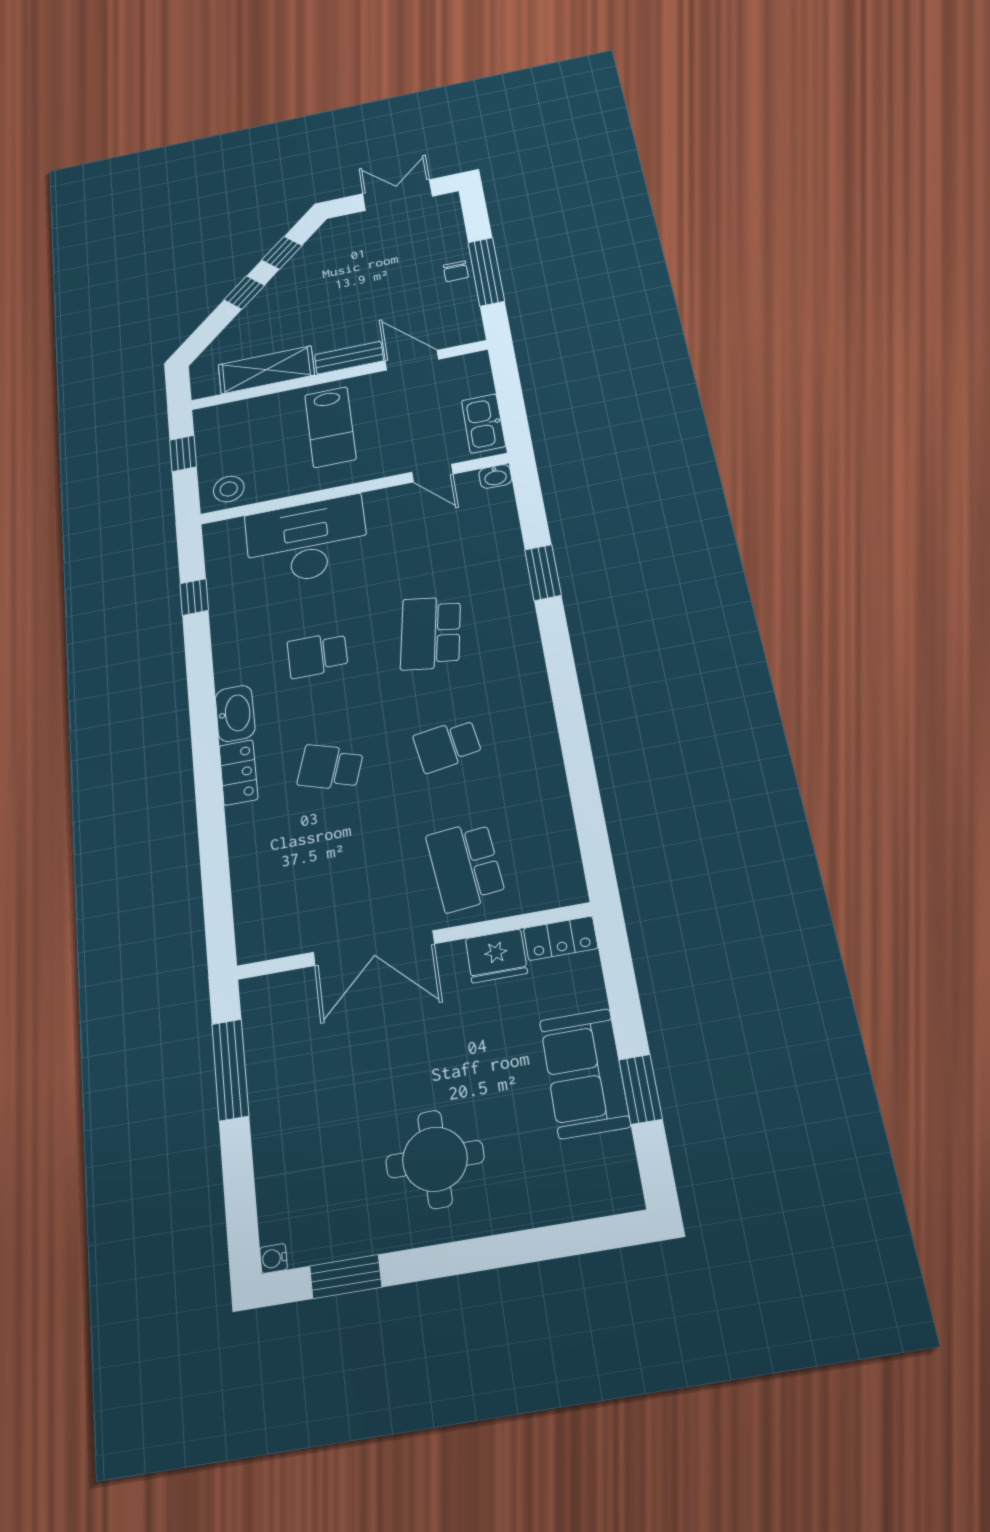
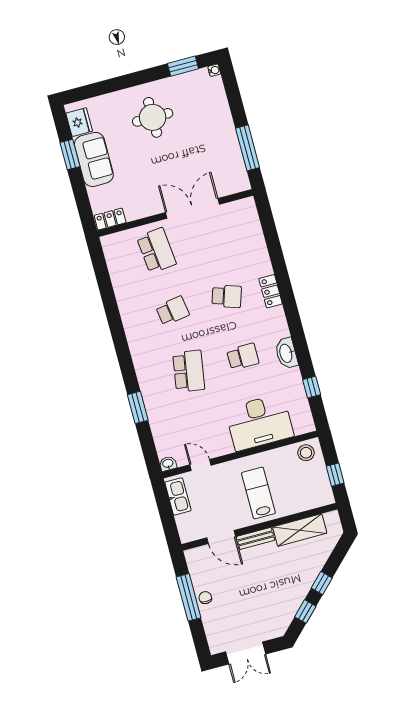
washbasin: (235, 713) -> (286, 353), moved
fridge: (496, 956) -> (79, 122), moved, turned 90

